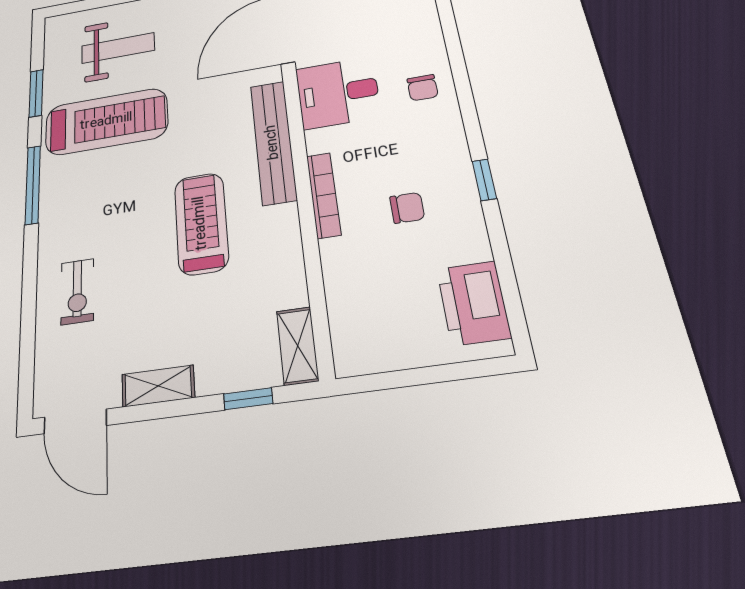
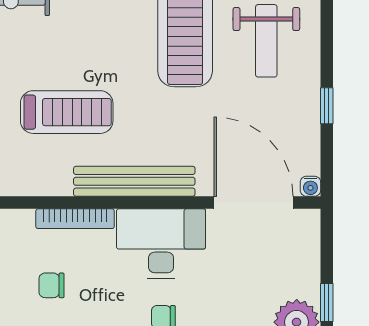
desk: (338, 93) -> (161, 244), width x1.37
chair: (407, 208) -> (52, 285), turned 90

